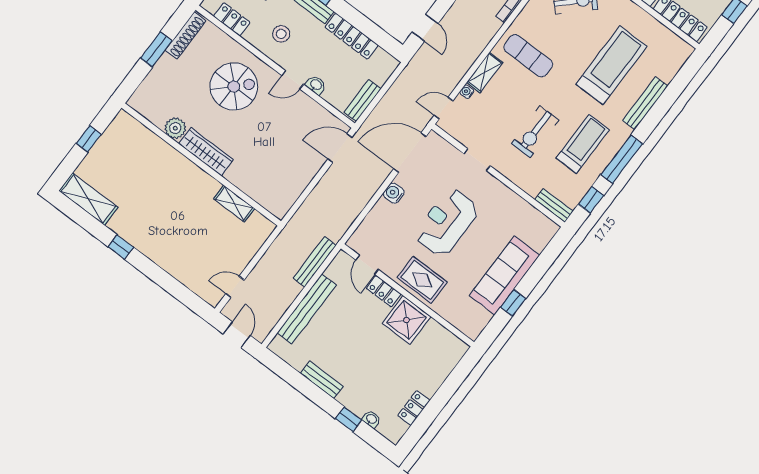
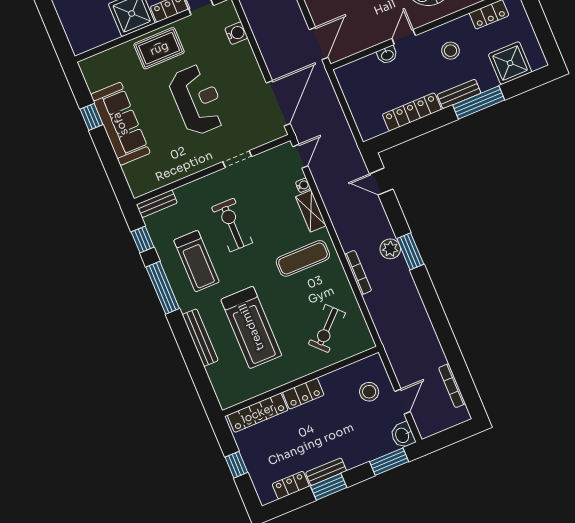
bench: (363, 100) -> (349, 88), removed
water cooler: (394, 193) -> (236, 33), moved

